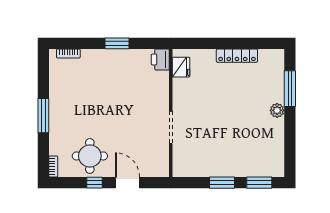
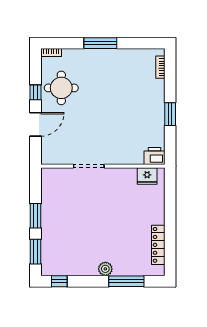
locker: (237, 56) -> (158, 245), moved
window: (290, 158) -> (59, 281), added

